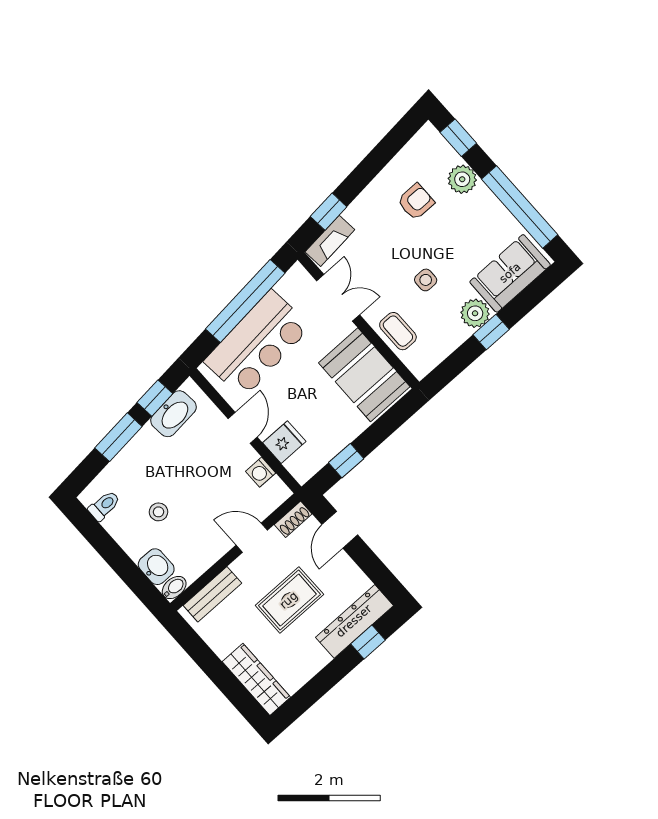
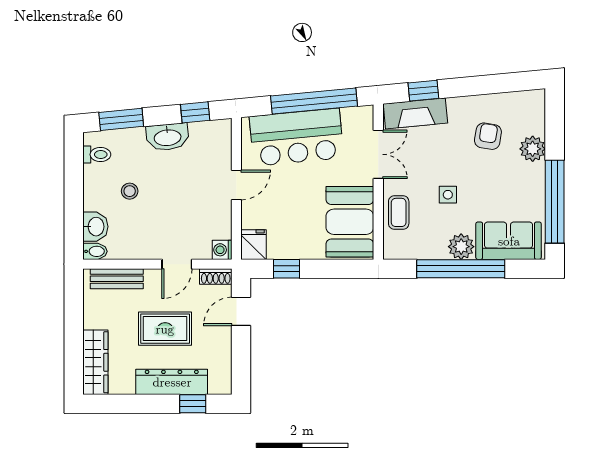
window: (458, 138) -> (555, 118), removed
armchair: (416, 202) -> (488, 136), turned -81
fireplace: (330, 241) -> (415, 113), width x1.37, depth x1.32
window: (491, 332) -> (461, 269), width x3.17
washbasin: (173, 414) -> (167, 137), moved
window: (118, 437) -> (121, 119), moved
fridge: (284, 442) -> (254, 245), moved, turned -90
washing machine: (261, 472) -> (222, 250), moved
door: (252, 538) -> (177, 264), swing flipped
dresser: (354, 621) -> (172, 382), moved

